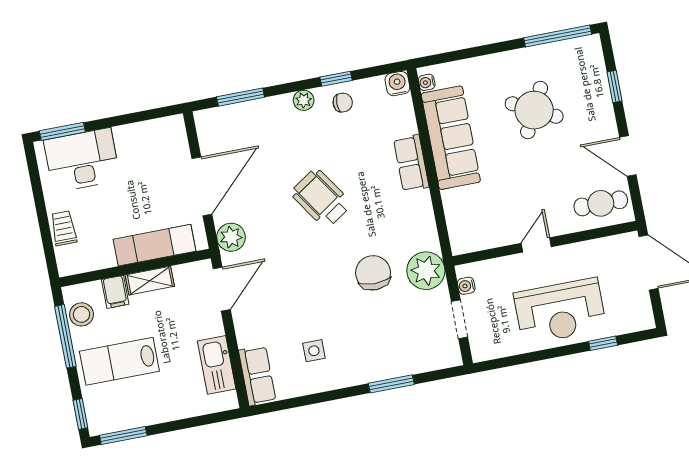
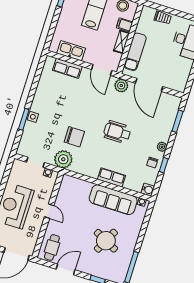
wheelchair: (321, 198) -> (117, 132), turned -146
side table: (314, 351) -> (33, 117), moved
row of seats: (257, 376) -> (67, 68), moved

